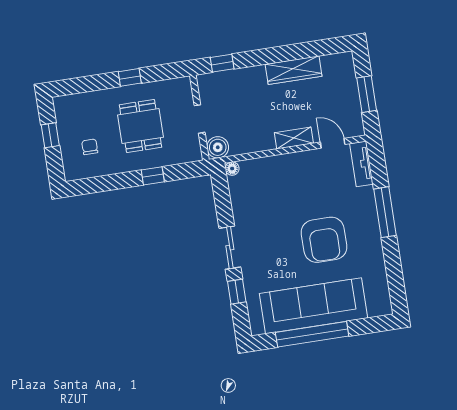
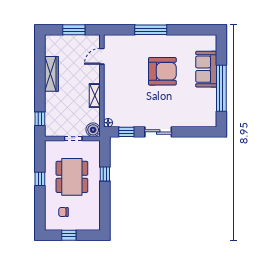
dining table: (141, 126) -> (72, 177), width x1.38
shelving: (294, 138) -> (95, 96), moved
chair: (90, 147) -> (63, 212), moved
tv unit: (361, 164) -> (118, 40), removed
window: (237, 292) -> (126, 132), moved
sofa: (314, 306) -> (206, 69), width x0.54, depth x0.79

